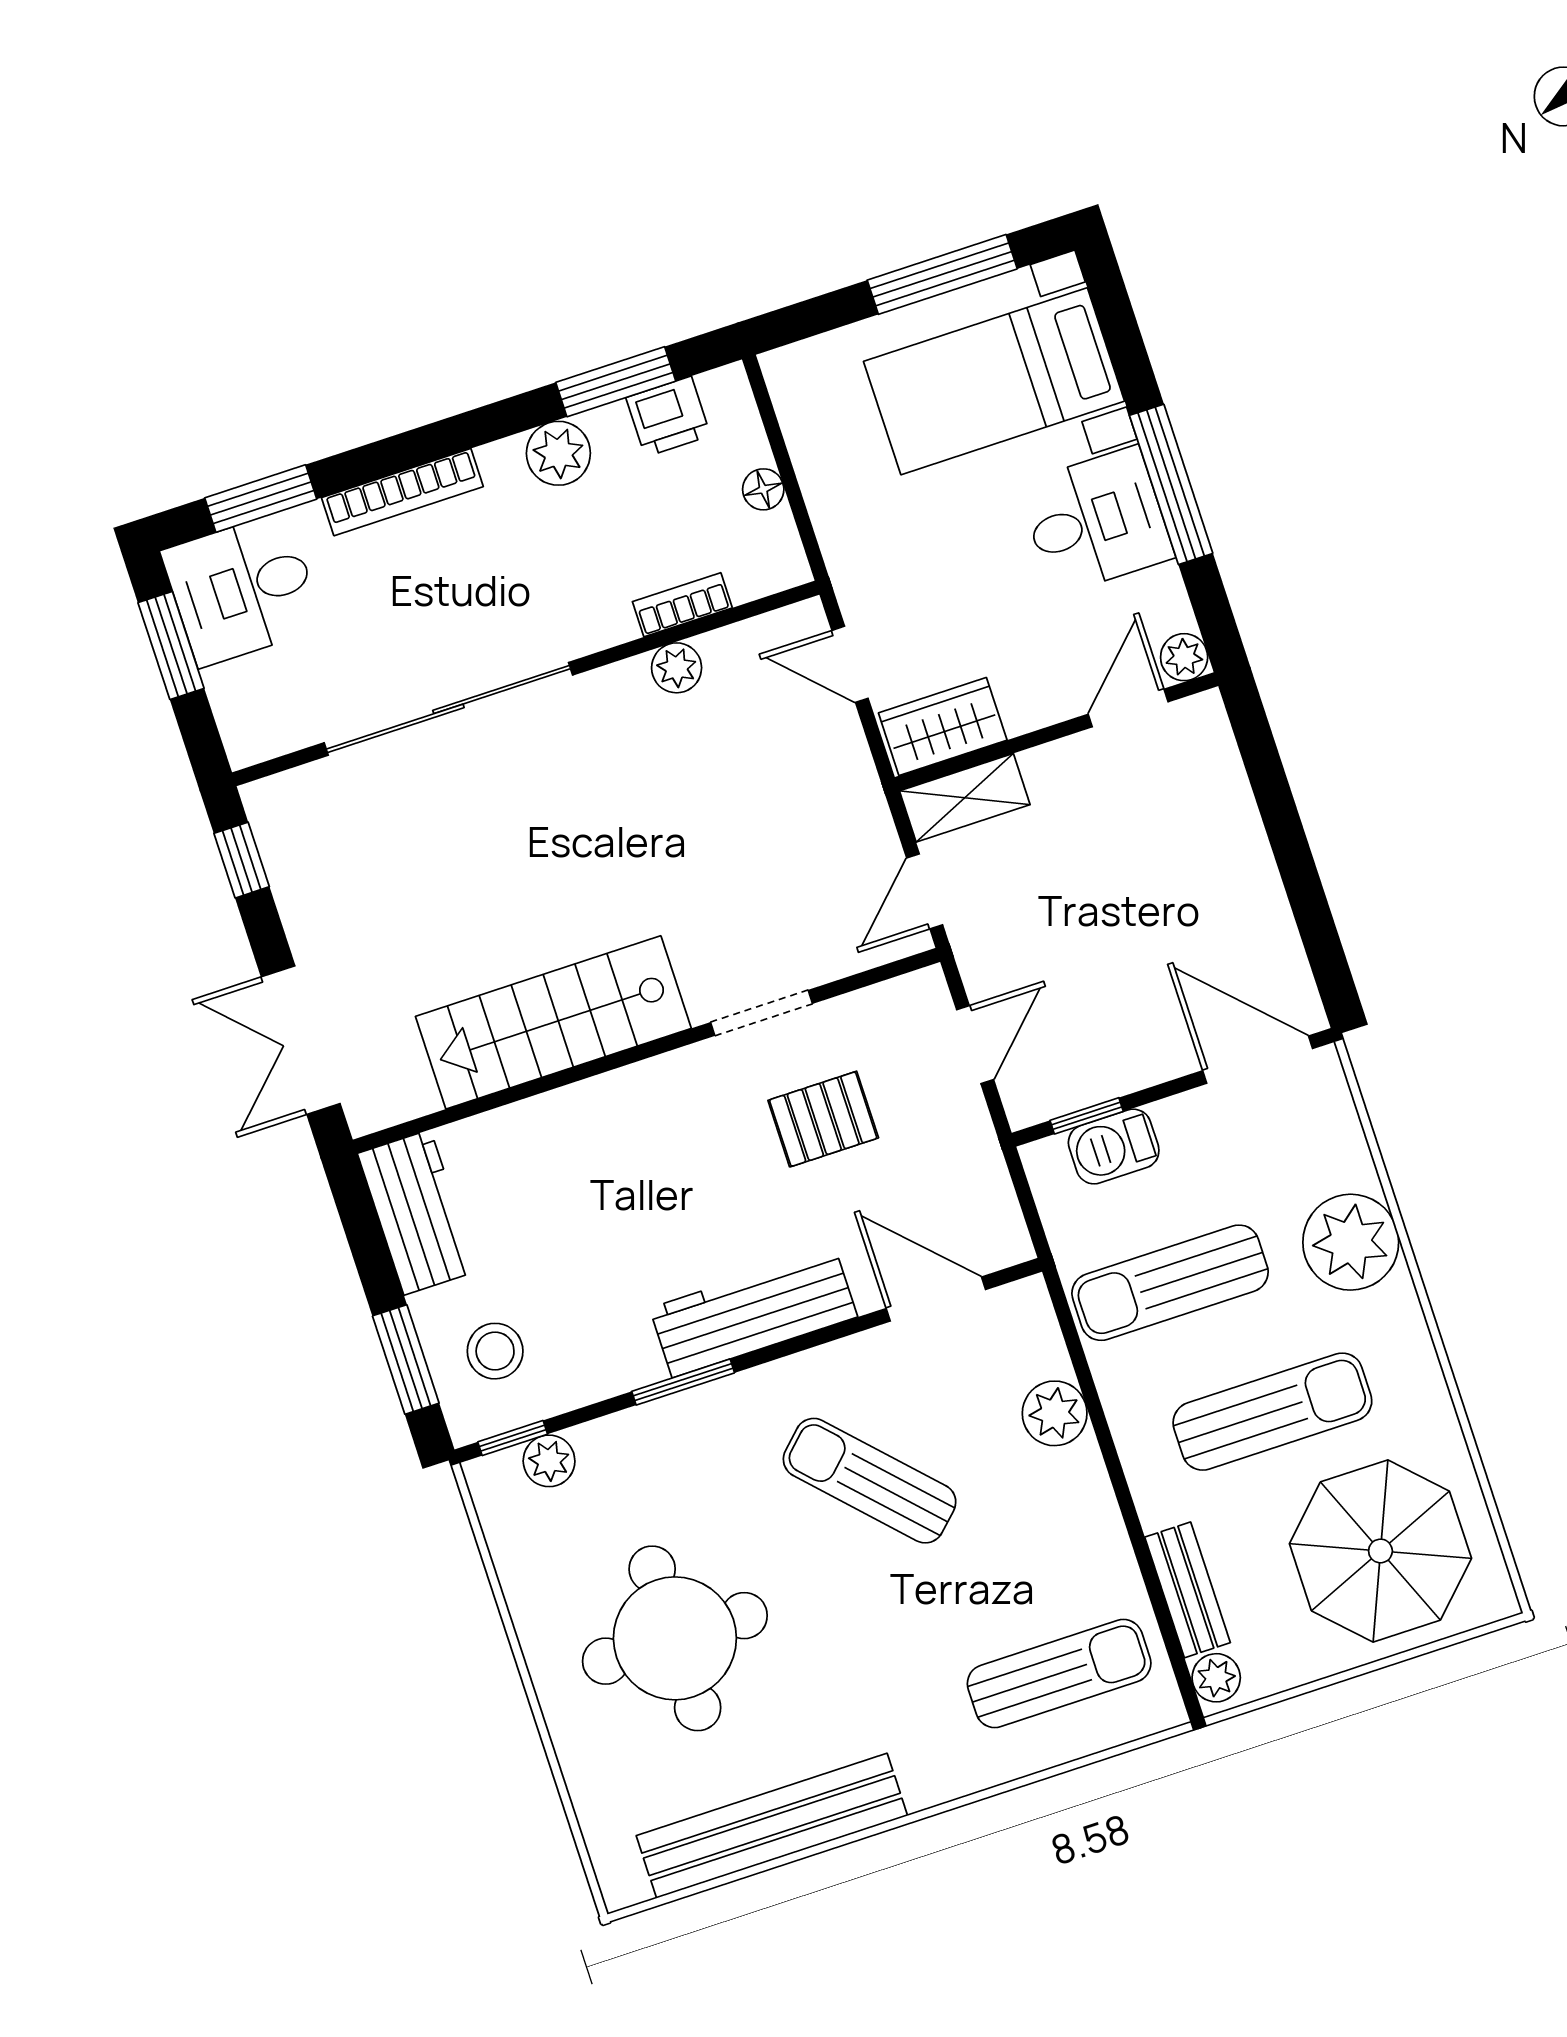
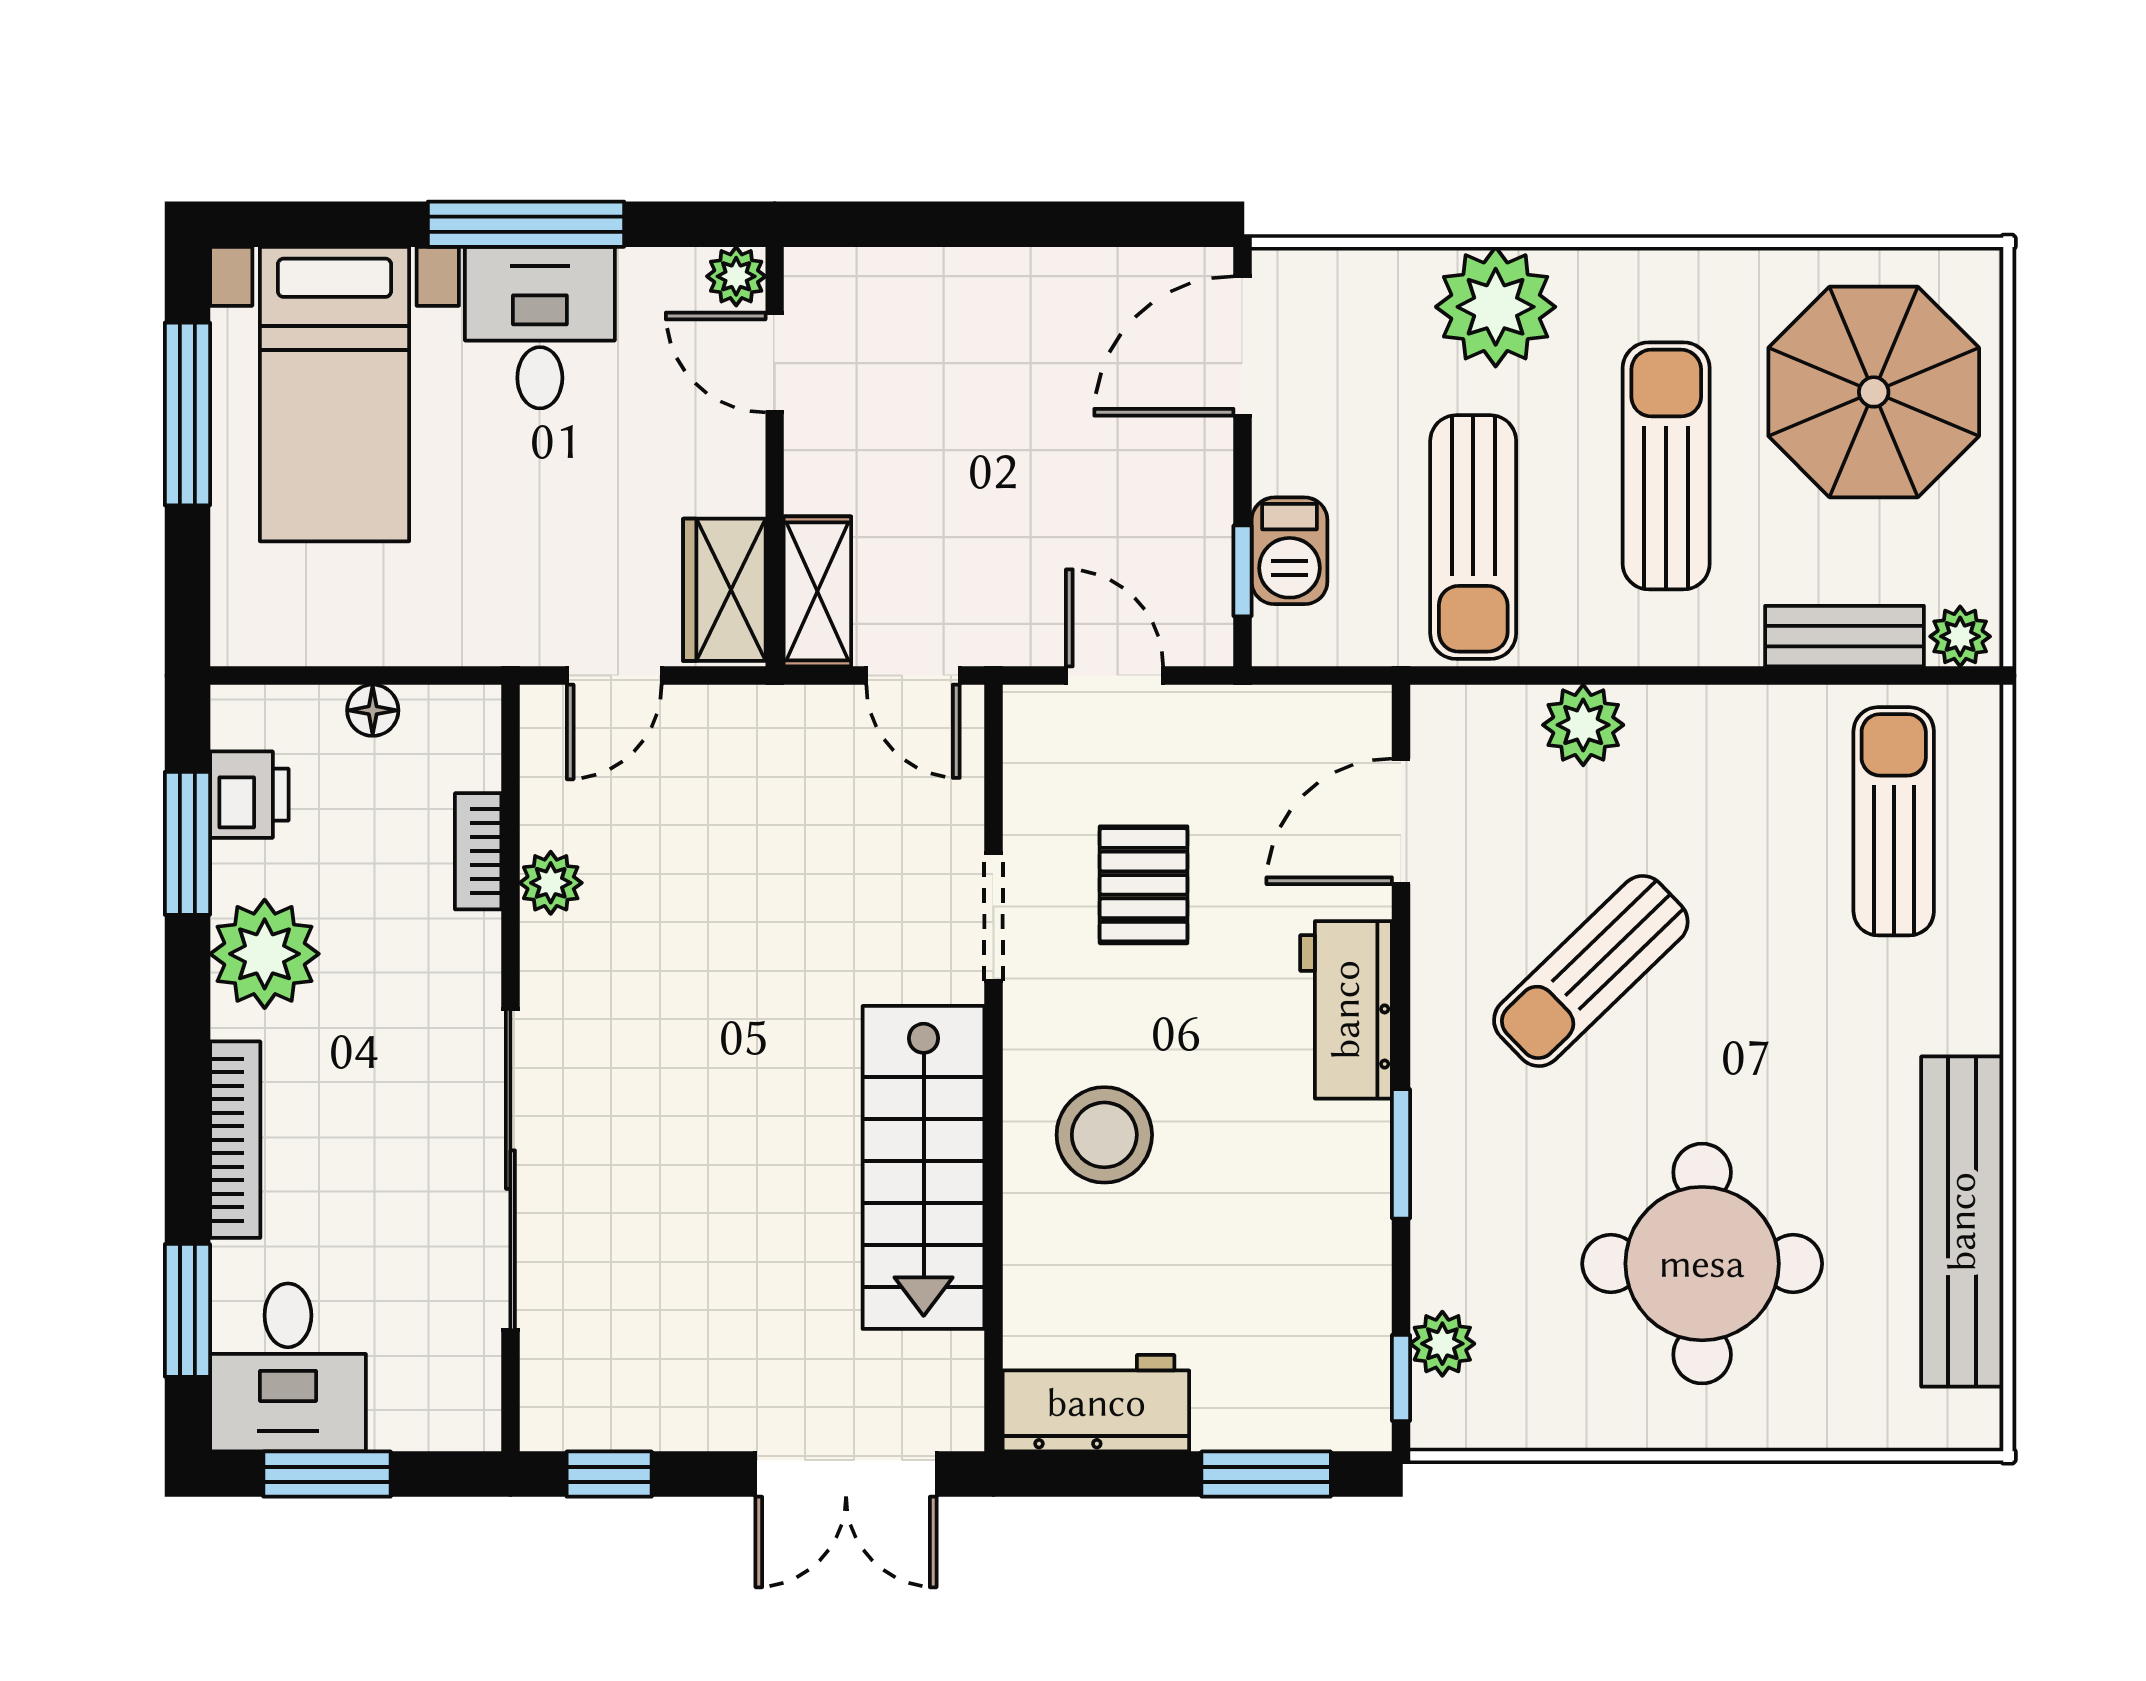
plant: (558, 453) -> (265, 954), width x1.36, depth x1.36
workbench: (753, 1313) -> (1346, 1010), width x0.73
stool: (495, 1351) -> (1104, 1135), moved, width x1.38, depth x1.38

